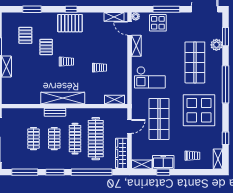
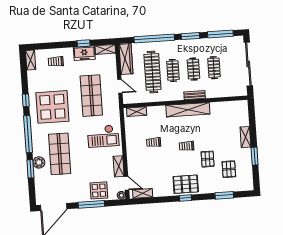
window: (225, 37) -> (30, 169), moved
plant: (216, 45) -> (39, 162), moved
checkout: (150, 77) -> (103, 136), turned 180
door: (130, 126) -> (120, 86), swing flipped
window: (225, 138) -> (26, 100), moved
clothes rail: (75, 139) -> (173, 70), width x0.73

